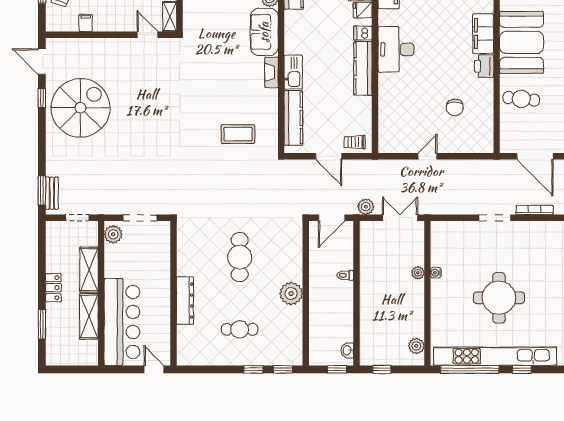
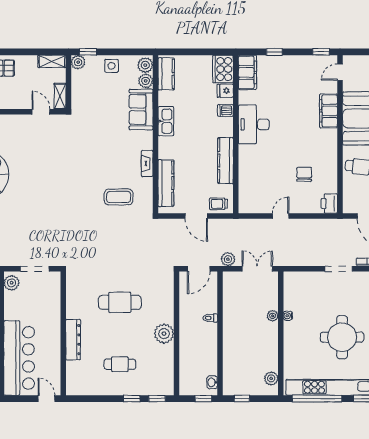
printer: (484, 66) -> (329, 204), moved
kitchen counter: (363, 68) -> (226, 161), moved
fireplace: (271, 72) -> (147, 163), moved
kitchen sink: (293, 72) -> (166, 121), moved
chair: (455, 107) -> (304, 174), turned 180
cafe table: (240, 257) -> (120, 302), turned 90

